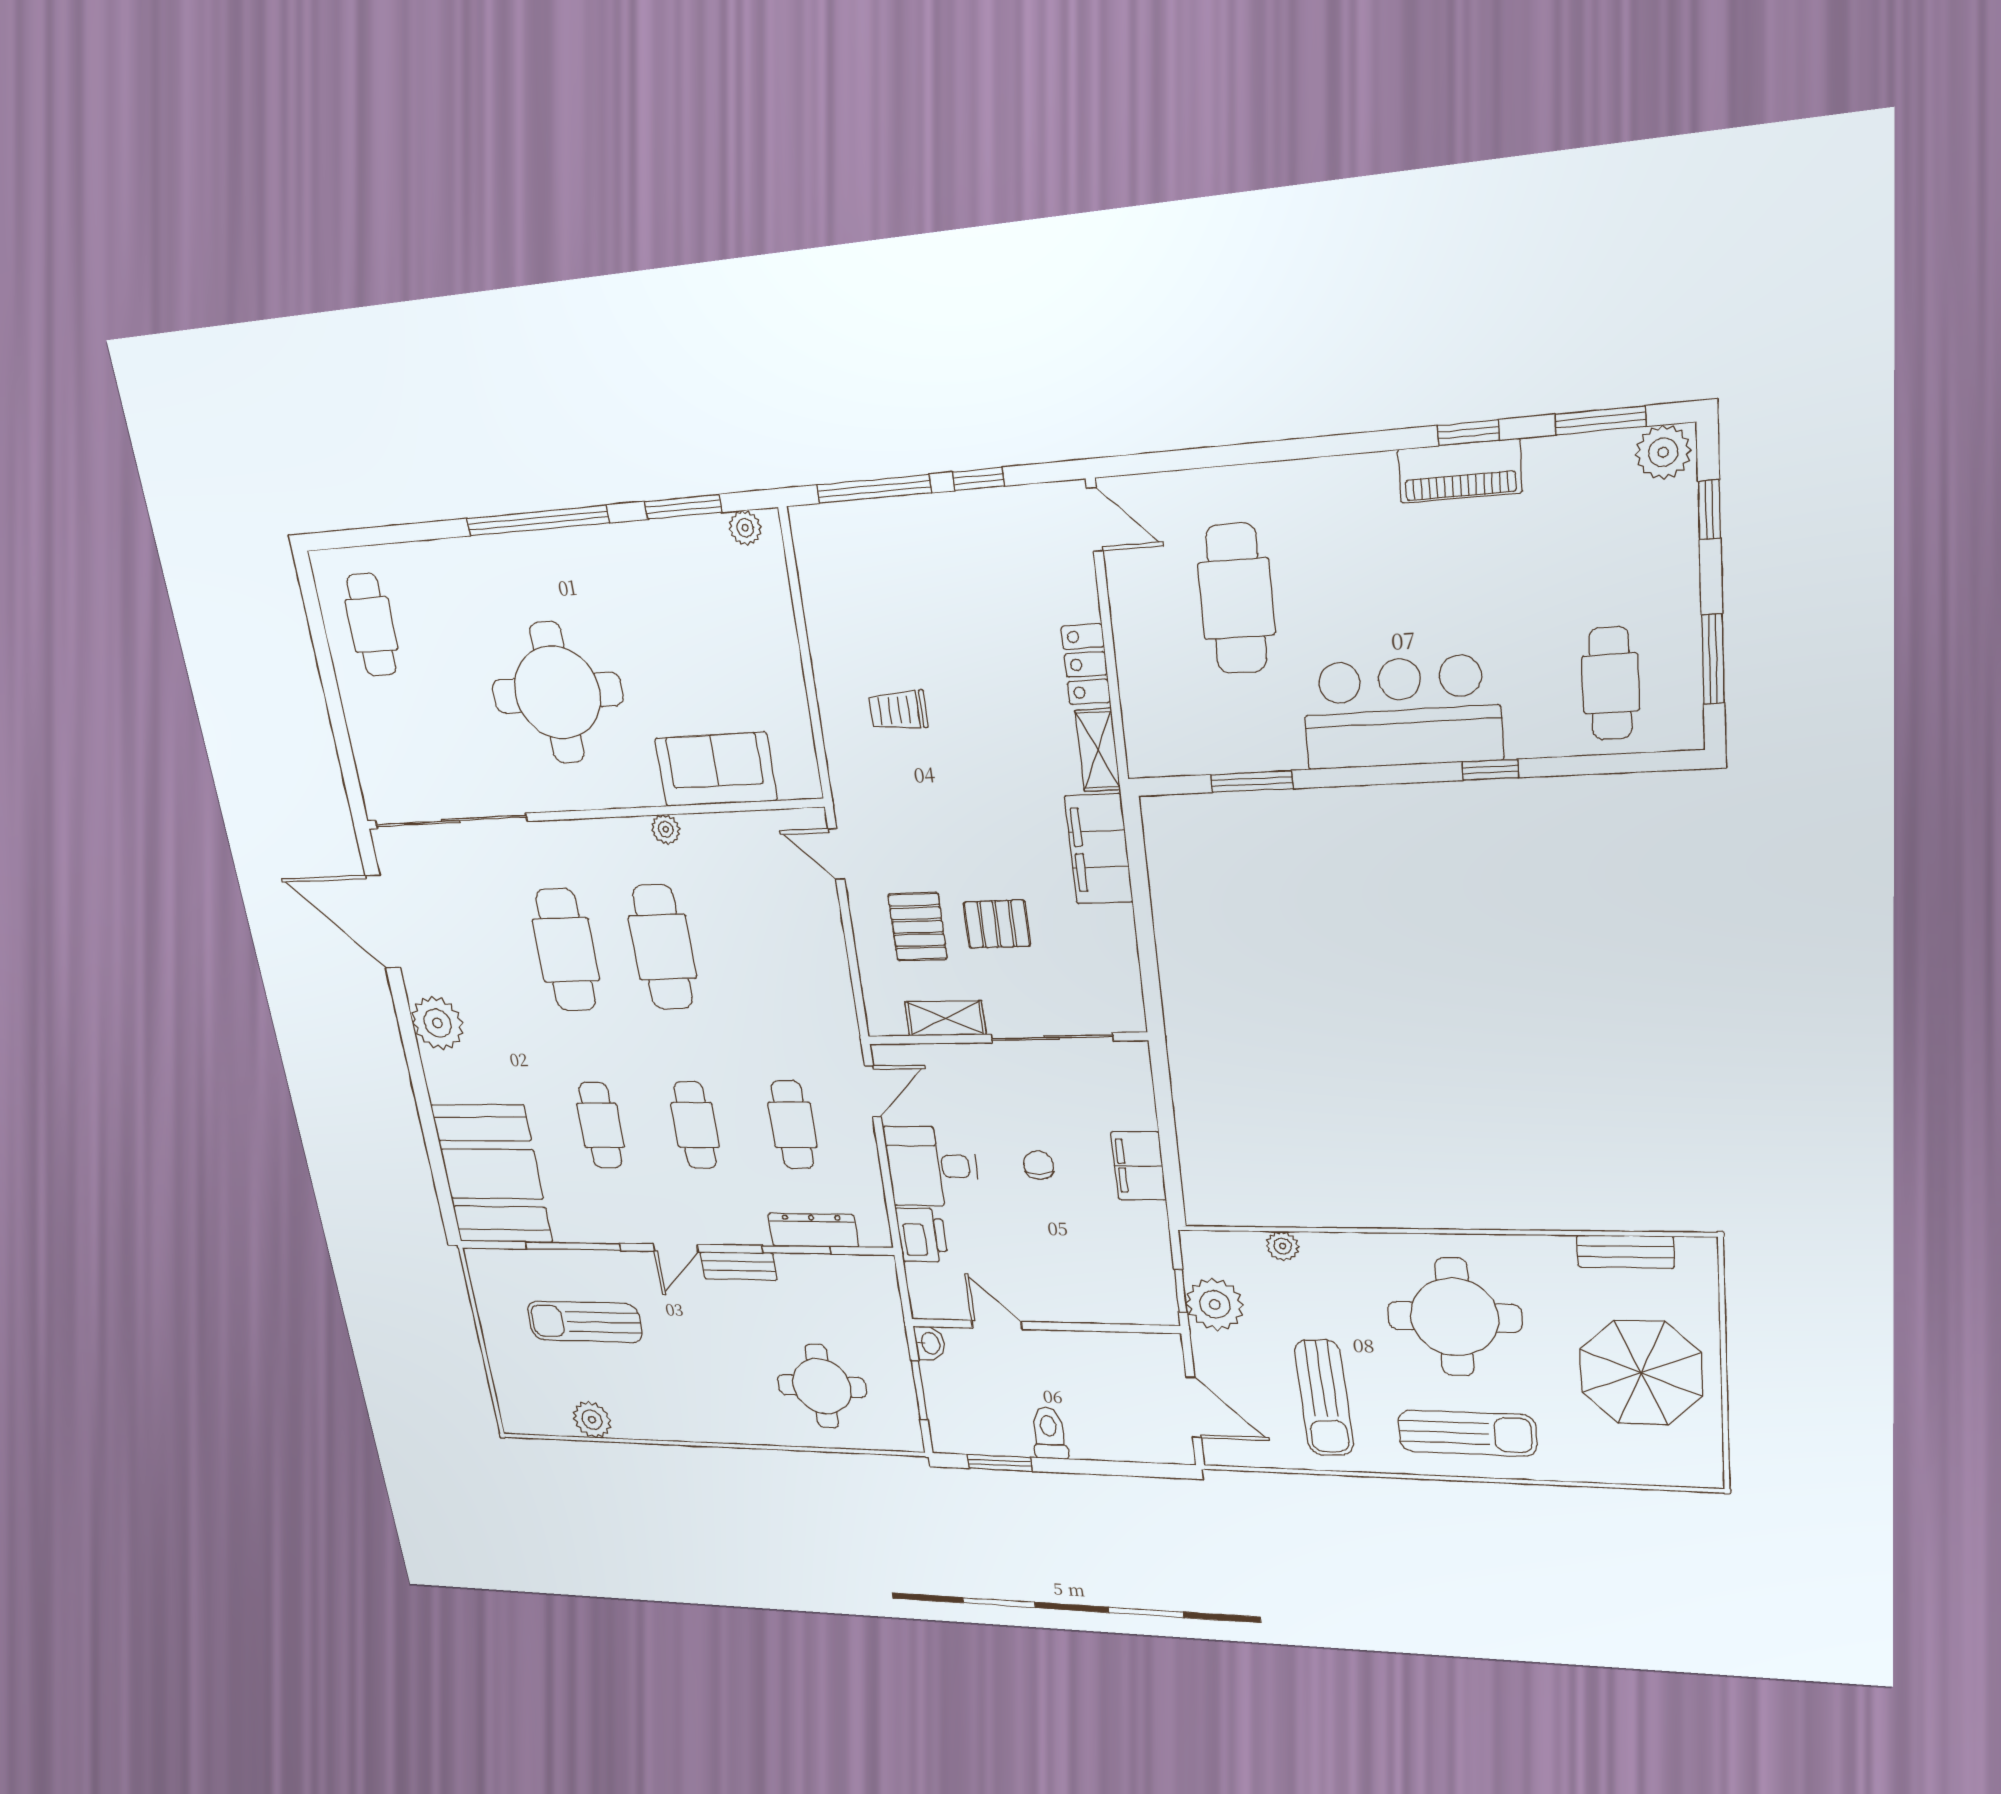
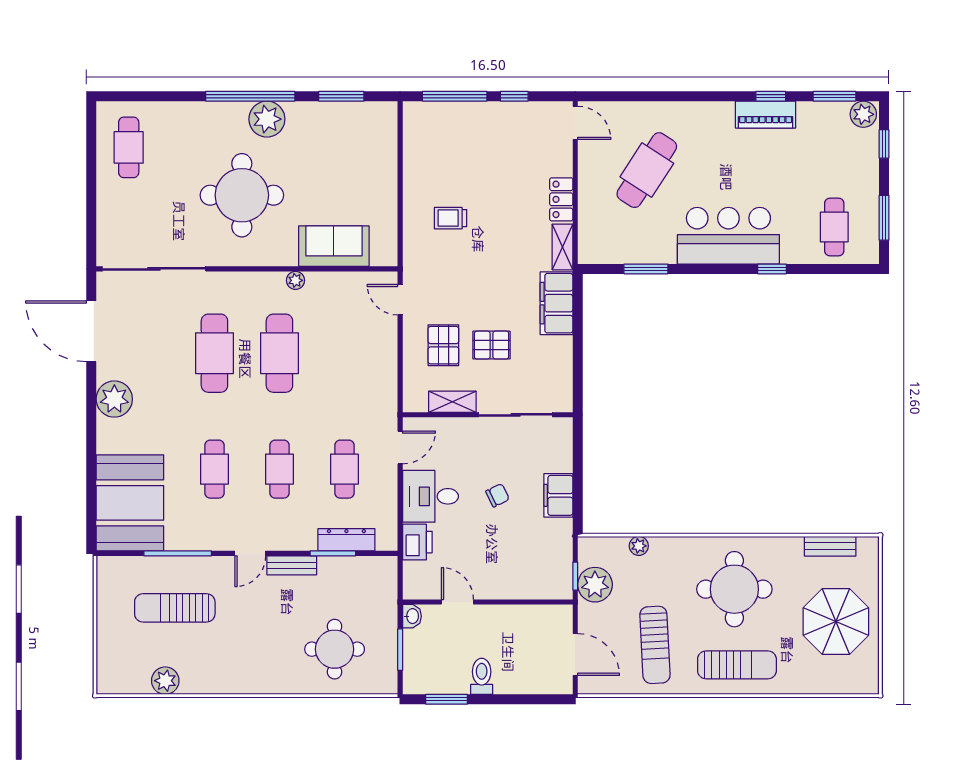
plant: (745, 528) -> (267, 119), moved, width x1.88, depth x1.88
cafe table: (1236, 599) -> (647, 170), turned 33
chair: (1039, 1165) -> (498, 495), turned 64

